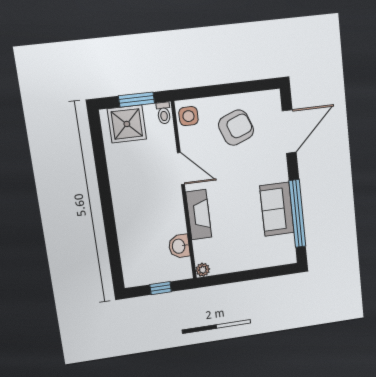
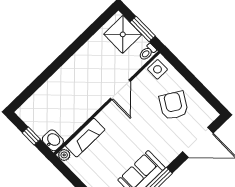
armchair: (236, 128) -> (174, 105), turned -128
fireplace: (199, 215) -> (85, 138), moved
washbasin: (179, 246) -> (53, 140), moved, turned 90

